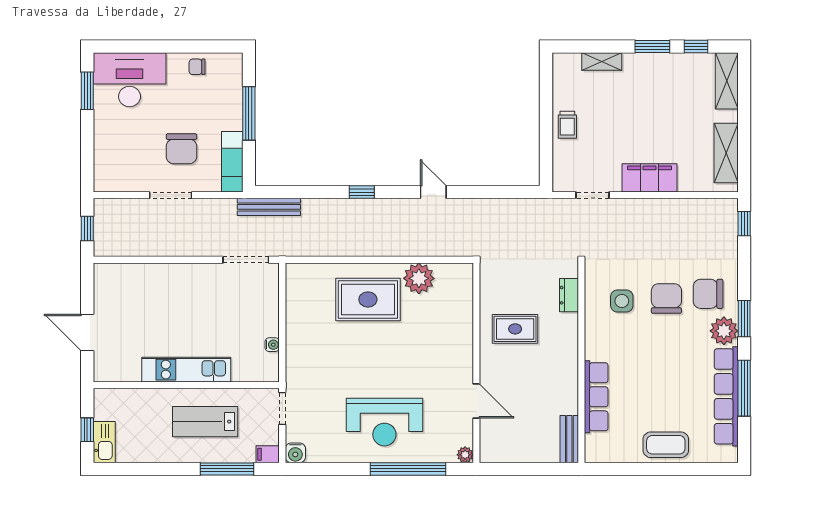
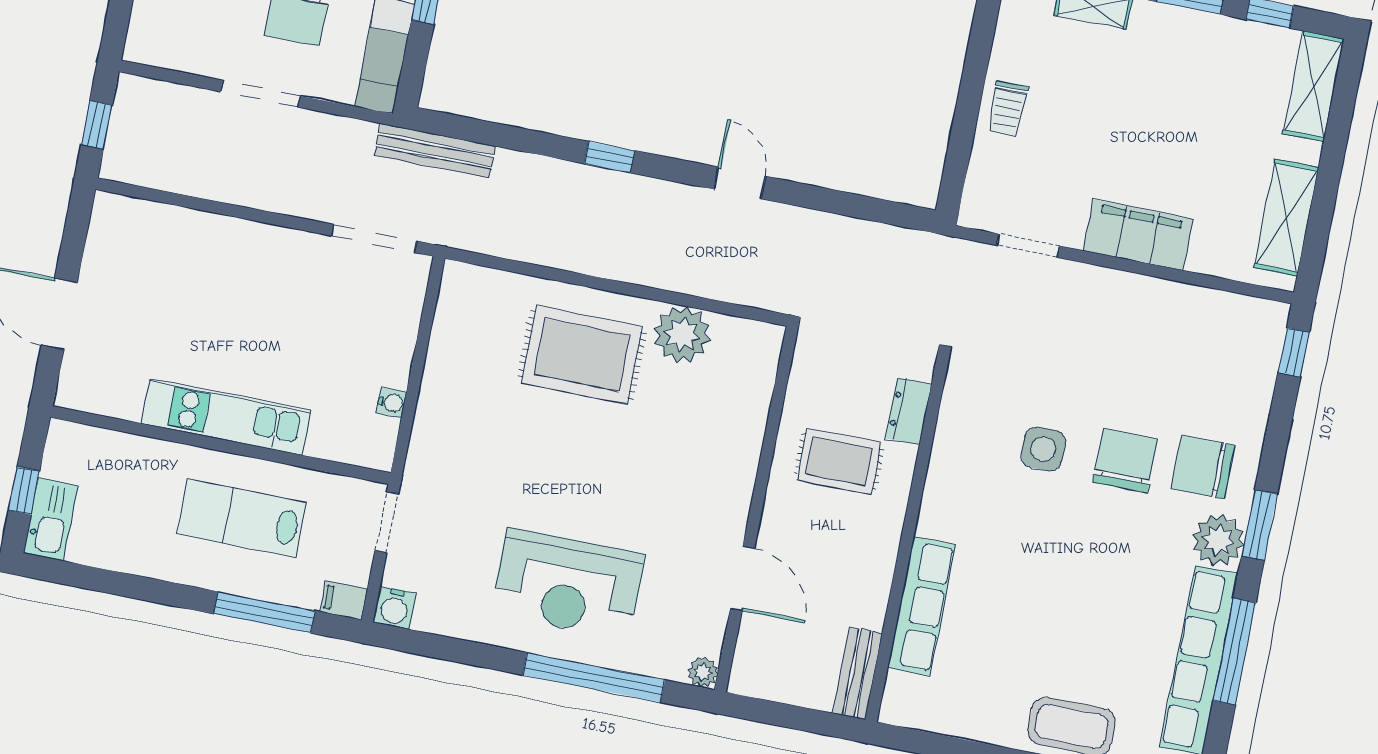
dresser: (569, 295) -> (909, 411), moved
wall: (581, 363) -> (907, 539), moved
row of seats: (596, 397) -> (922, 606), moved
bench: (569, 439) -> (858, 673), moved

